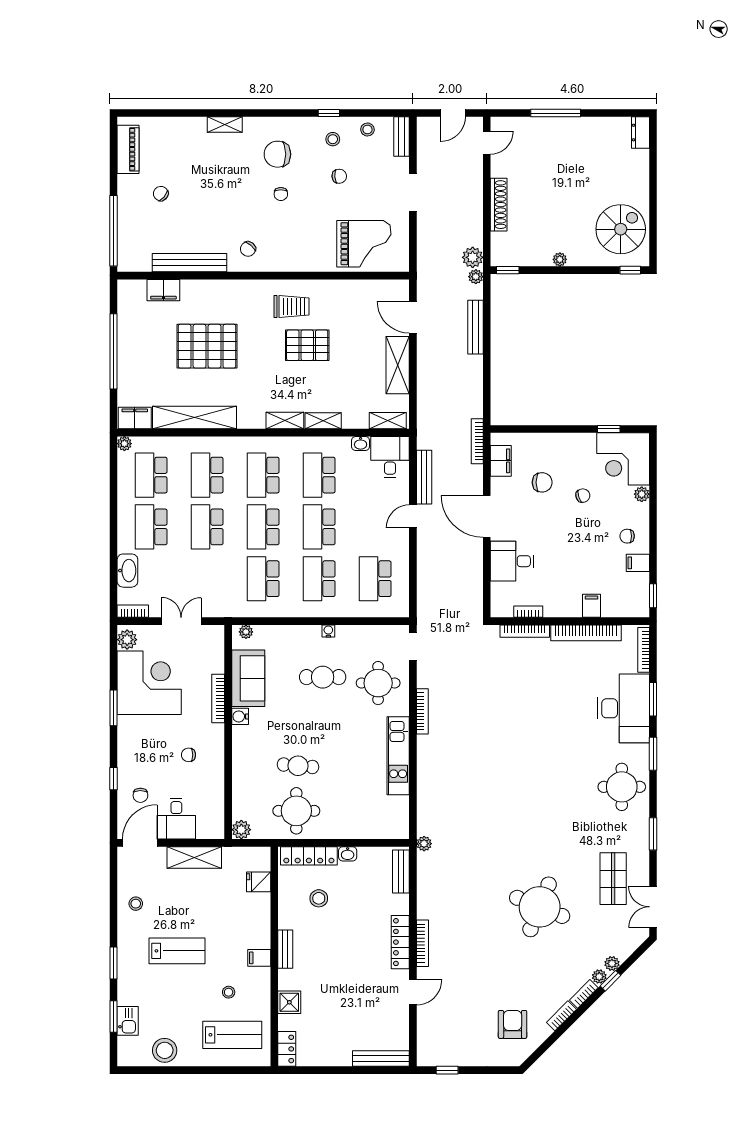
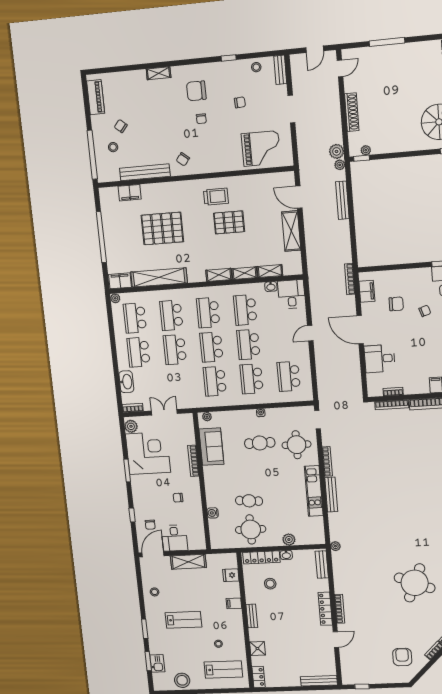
stool: (333, 139) -> (113, 147), moved
plant: (560, 259) -> (366, 150), moved
shelving: (388, 421) -> (270, 271), moved
bench: (424, 477) -> (331, 494), moved
water cooler: (240, 716) -> (213, 513), moved
plant: (241, 830) -> (289, 540), moved
filing cabinet: (259, 958) -> (234, 603), moved

